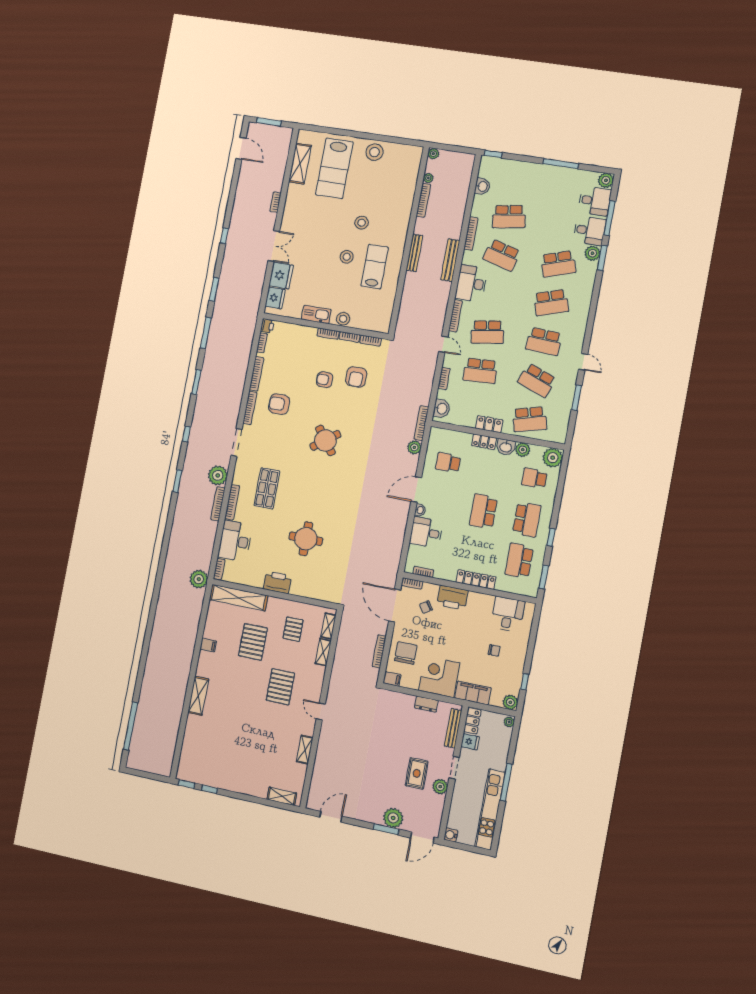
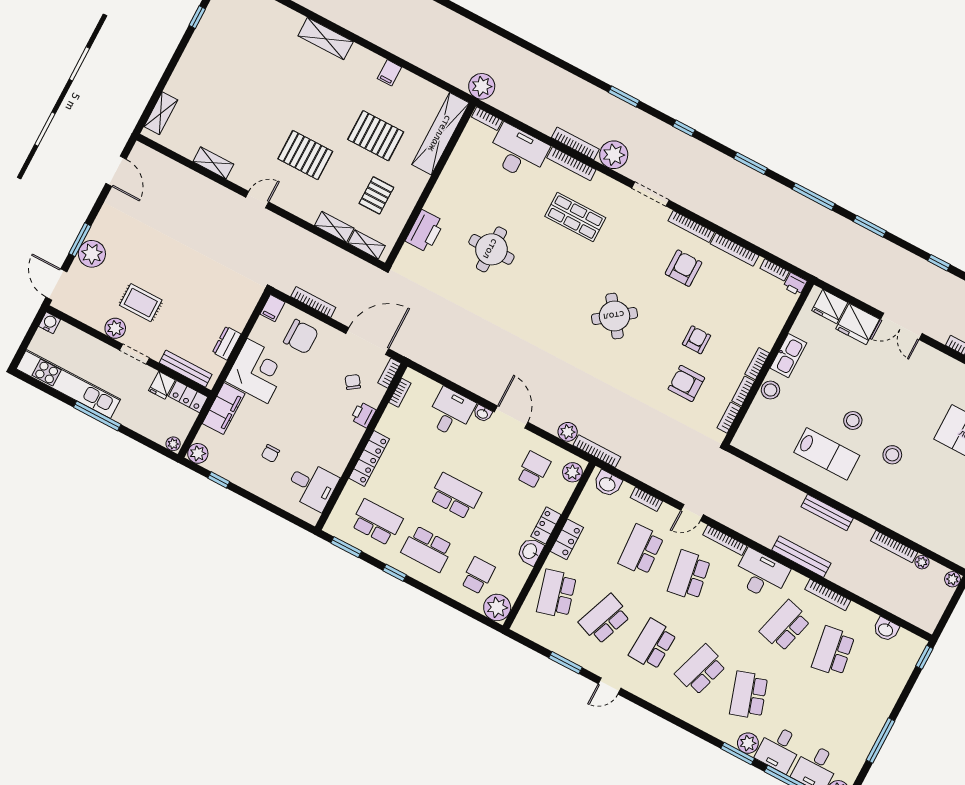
school desk: (551, 303) -> (701, 670), turned 36
plant: (523, 450) -> (572, 472), moved
printer: (277, 582) -> (425, 231), moved
printer: (452, 598) -> (363, 415), width x0.53, depth x0.68
pallet: (293, 629) -> (376, 195), turned 90

